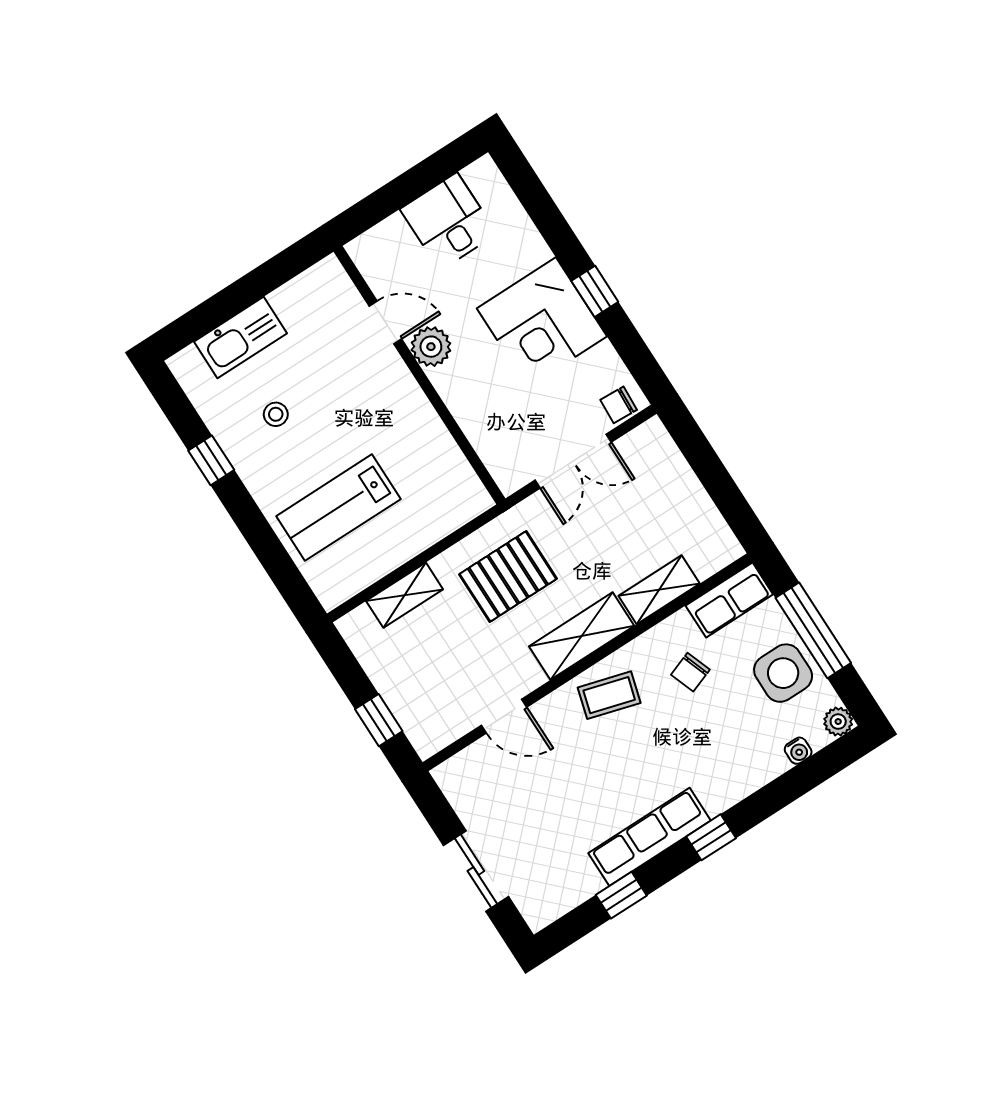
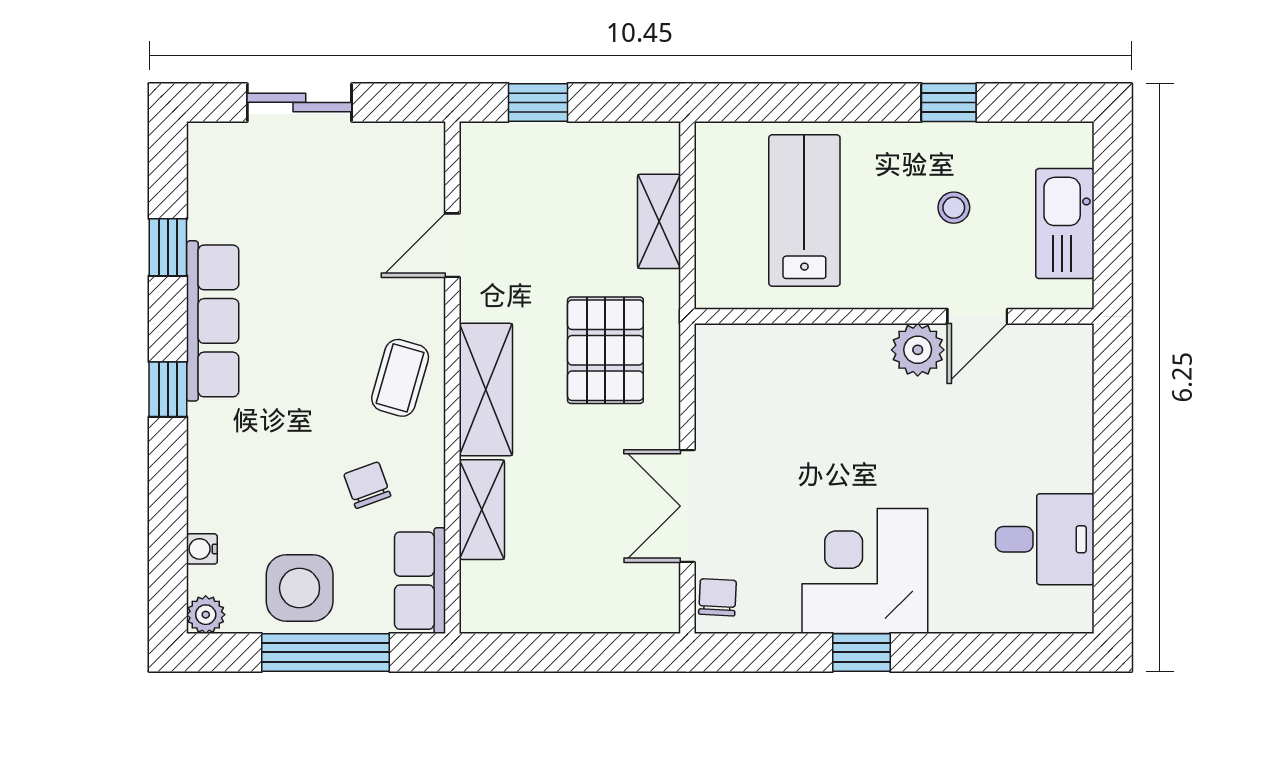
door: (385, 322) -> (977, 316), moved
plant: (431, 347) -> (918, 350), moved
wall: (419, 375) -> (894, 316), moved

